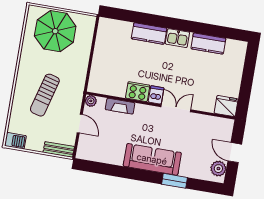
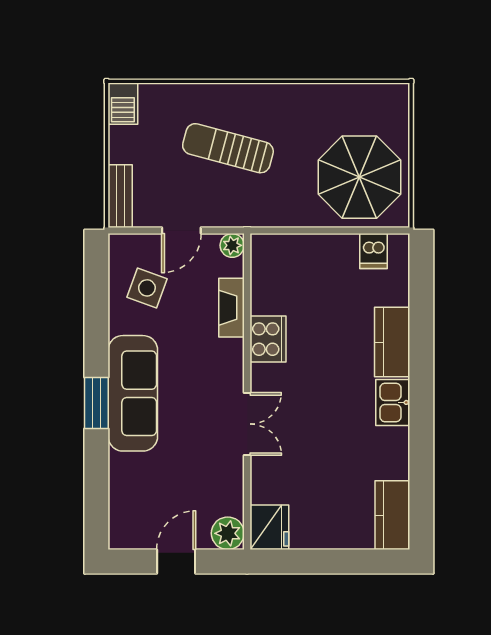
parasol: (55, 31) -> (359, 177), moved
kitchen counter: (208, 44) -> (392, 515), moved
dishwasher: (156, 95) -> (374, 251), moved, turned 90
side table: (104, 144) -> (147, 288), added
plant: (218, 169) -> (228, 533), moved
window: (175, 181) -> (96, 403), moved

